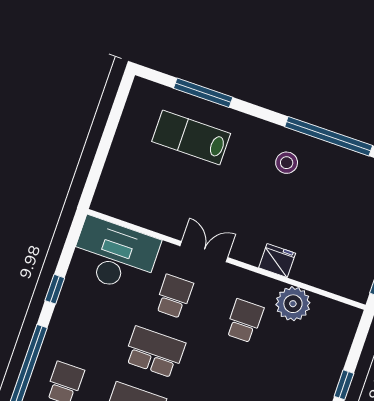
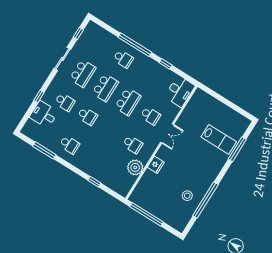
lab bench: (191, 137) -> (219, 139), turned 90
stool: (287, 163) -> (187, 196), moved
desk: (115, 255) -> (180, 91), width x0.73, depth x0.77

